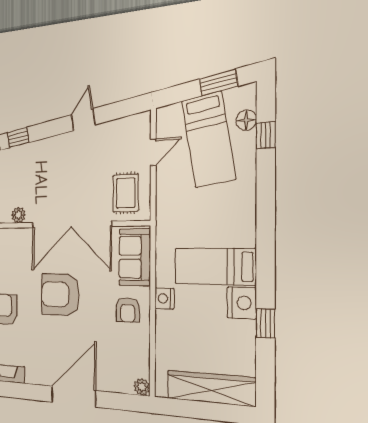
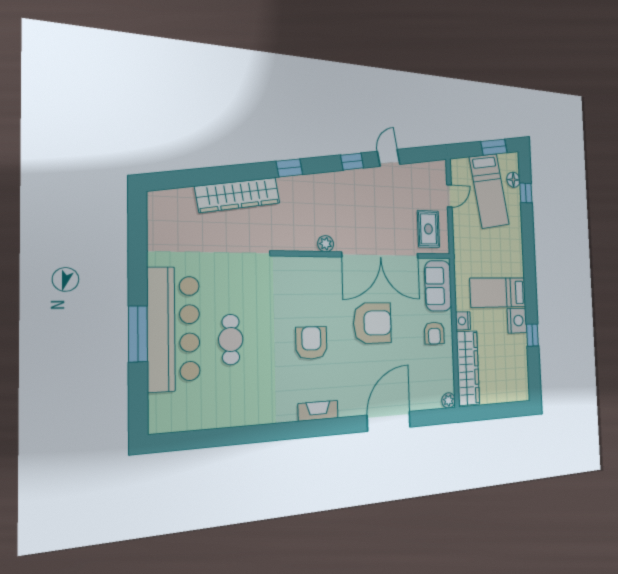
window: (18, 138) -> (352, 162), moved
armchair: (60, 294) -> (372, 323), turned 180
wardrobe: (211, 388) -> (468, 368), moved, turned 90

